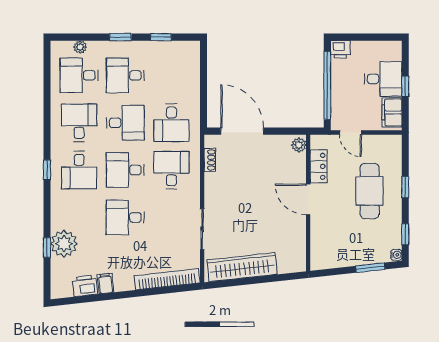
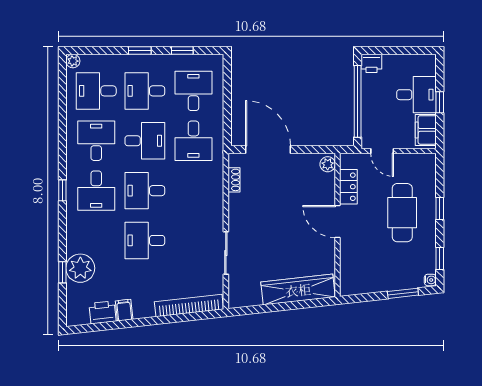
plant: (80, 47) -> (73, 61), moved
desk: (171, 170) -> (193, 91), moved
wardrobe: (242, 267) -> (298, 290), moved

